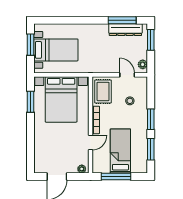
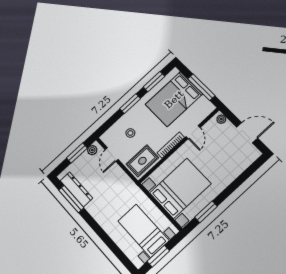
window: (151, 40) -> (77, 153), moved
door: (91, 143) -> (193, 132), swing flipped
bed: (120, 151) -> (174, 99), width x1.50

